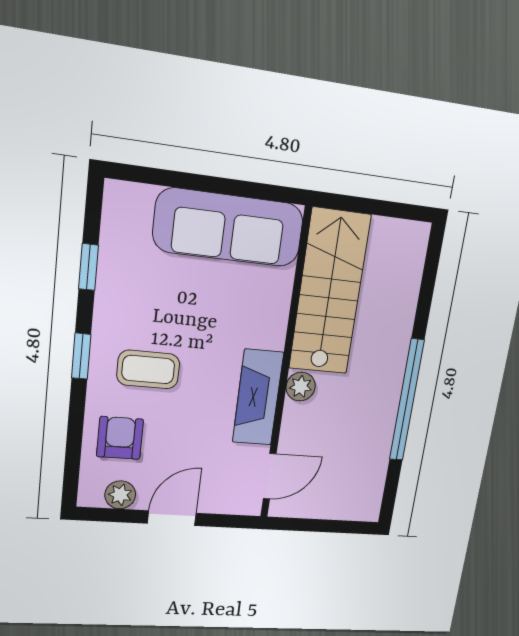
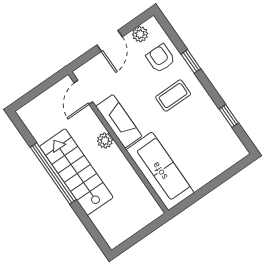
sofa: (229, 228) -> (160, 171), moved, turned 90
stairs: (330, 292) -> (76, 172), moved, turned 180
window: (81, 356) -> (191, 61), moved
armchair: (120, 438) -> (161, 58), turned 180

